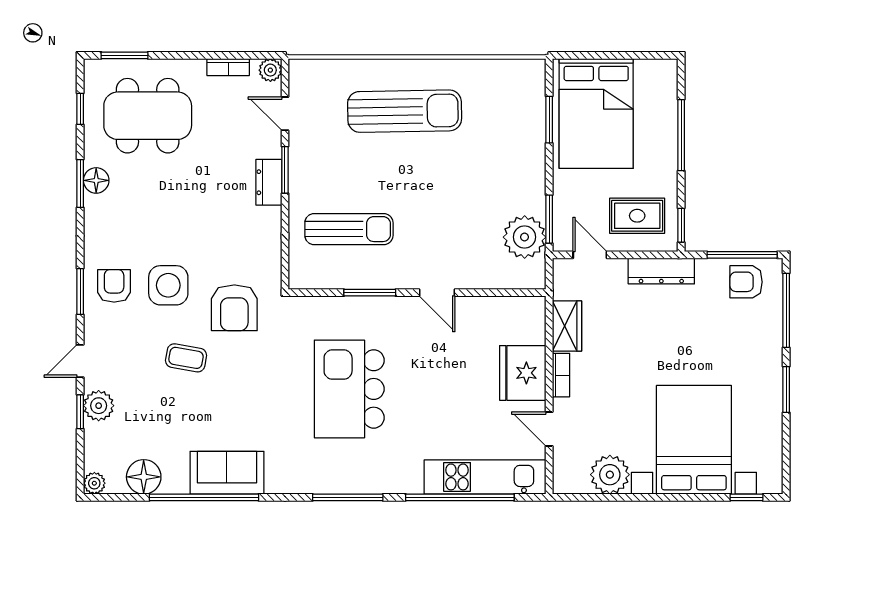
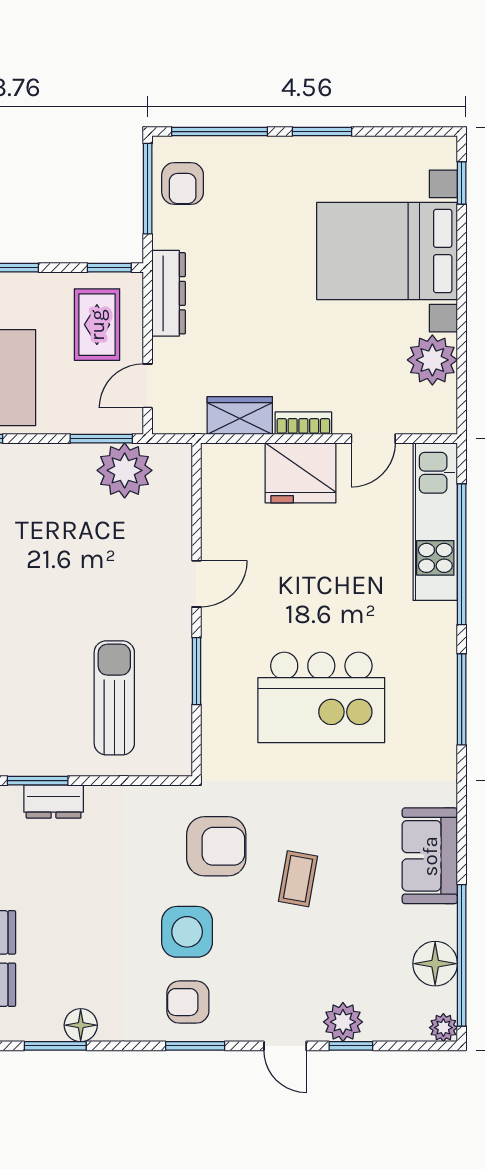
floor lamp: (96, 180) -> (81, 1025), moved
coffee table: (186, 358) -> (298, 879), moved
window: (204, 497) -> (462, 955), moved

